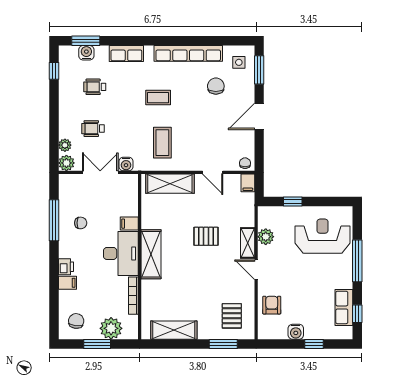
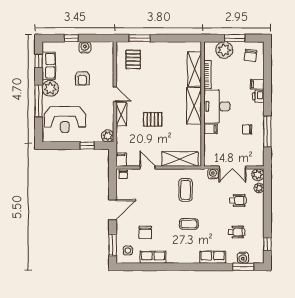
row of seats: (188, 53) -> (153, 257), width x0.50
plant: (266, 237) -> (108, 136), moved
plant: (342, 277) -> (50, 88), added
armchair: (272, 305) -> (82, 78), moved
shelving: (174, 330) -> (195, 69), moved, turned 90

